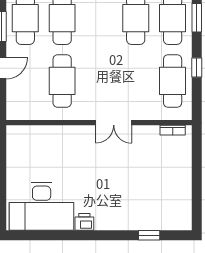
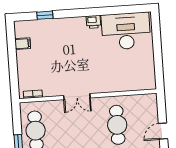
double door: (114, 123) -> (77, 97), swing flipped
filing cabinet: (182, 199) -> (23, 44), added

